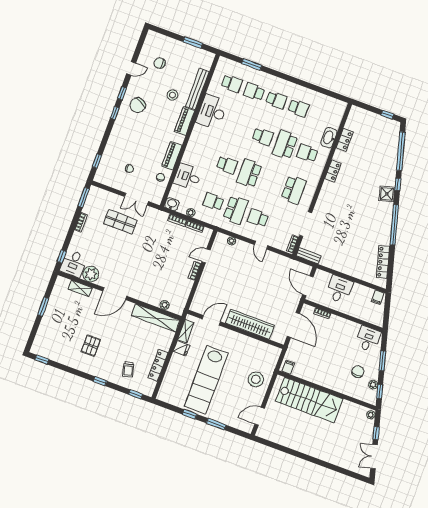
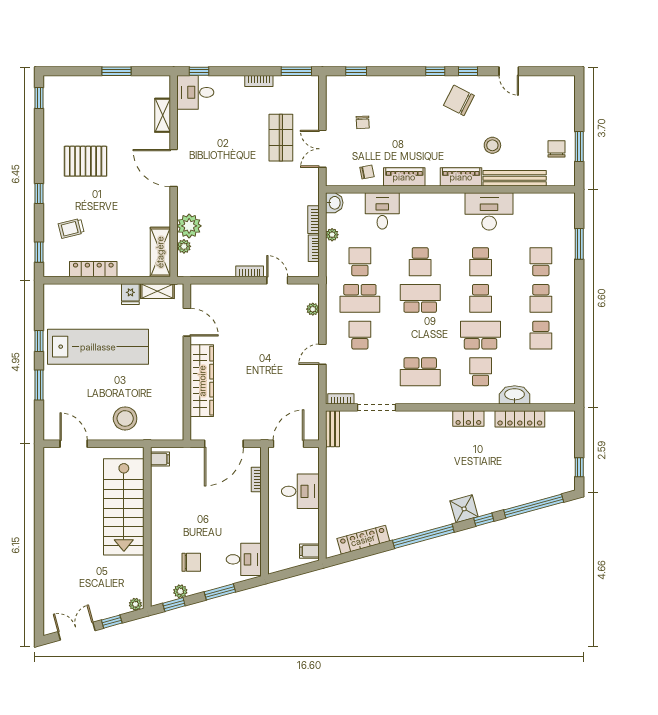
chair: (160, 63) -> (557, 149), moved
school desk: (232, 84) -> (481, 262), moved
locker: (345, 140) -> (520, 419), width x1.53
plant: (91, 274) -> (189, 226), moved
shelving: (156, 318) -> (160, 252), width x0.68
pallet: (91, 346) -> (86, 161), width x1.50, depth x1.42
lab bench: (206, 380) -> (98, 347), turned 180

